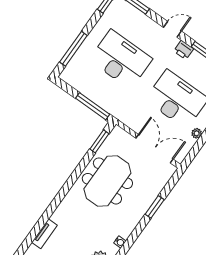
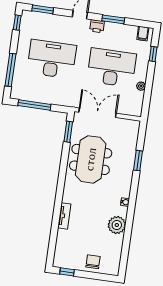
window: (93, 106) -> (34, 105), moved
double door: (154, 149) -> (97, 113), moved
tv unit: (44, 234) -> (64, 216), moved

